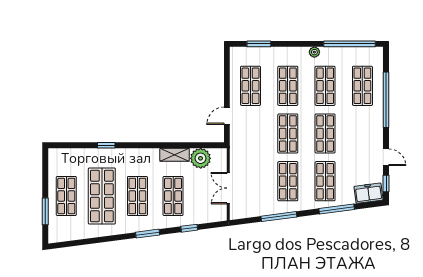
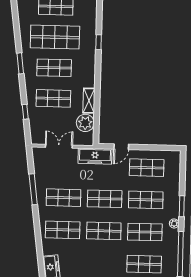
window: (259, 44) -> (182, 206), moved
door: (227, 116) -> (121, 147), swing flipped
freezer: (239, 146) -> (95, 156), added
window: (337, 209) -> (38, 239), removed
window: (148, 234) -> (20, 63), moved

